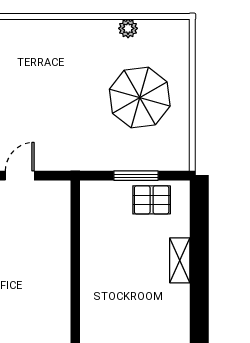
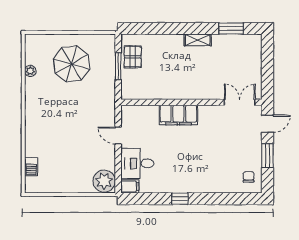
shelving: (180, 260) -> (198, 40), moved
filing cabinet: (54, 277) -> (178, 115), added

